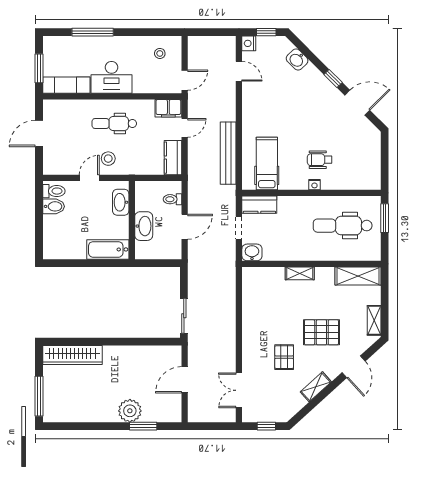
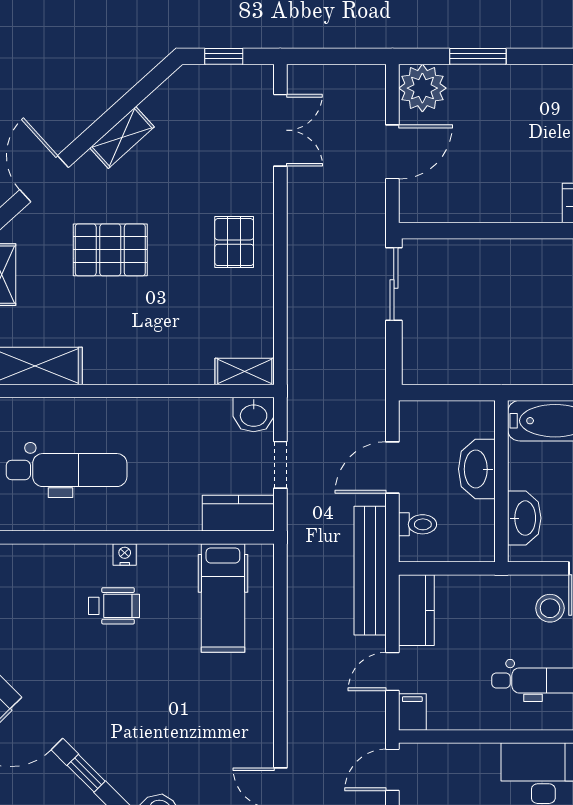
filing cabinet: (168, 108) -> (412, 712), width x0.50
bench: (228, 153) -> (370, 571), moved
shelving: (300, 273) -> (245, 371), moved
pallet: (284, 357) -> (234, 242), moved
plant: (130, 411) -> (422, 88), moved

